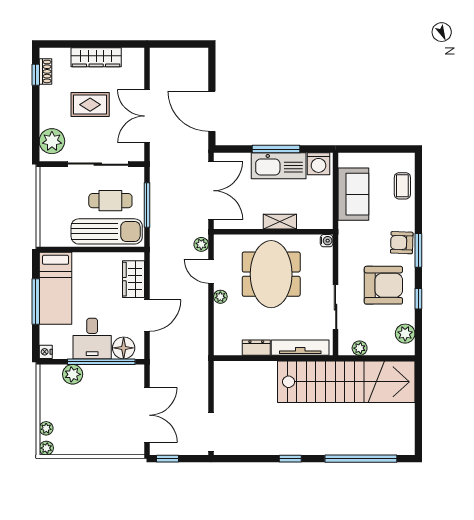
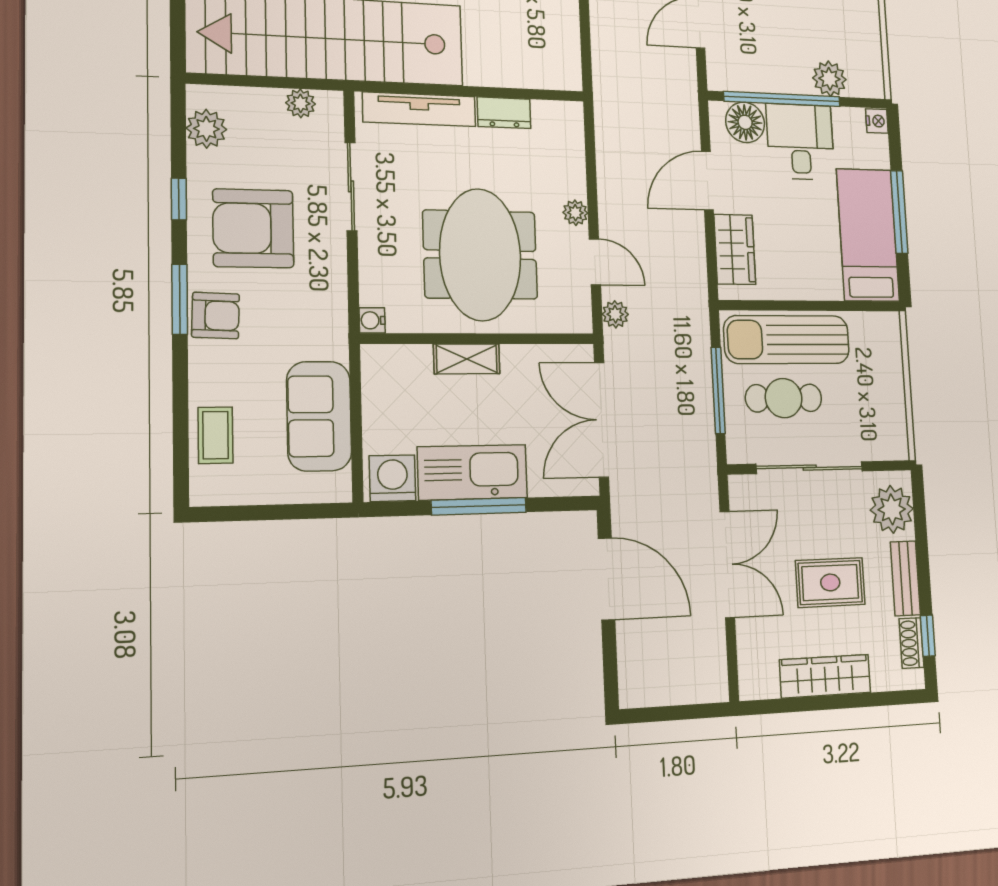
bench: (47, 105) -> (905, 578), added

